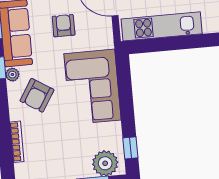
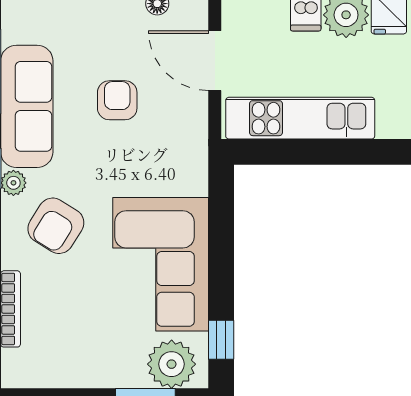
corner sofa: (92, 87) -> (161, 264), moved

